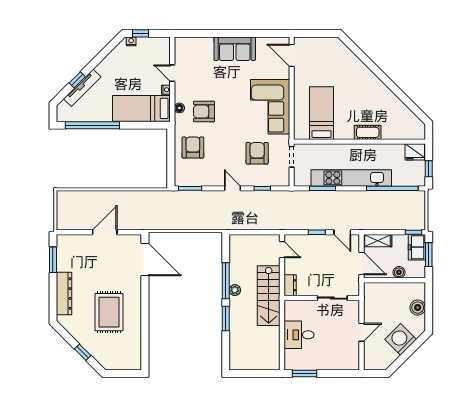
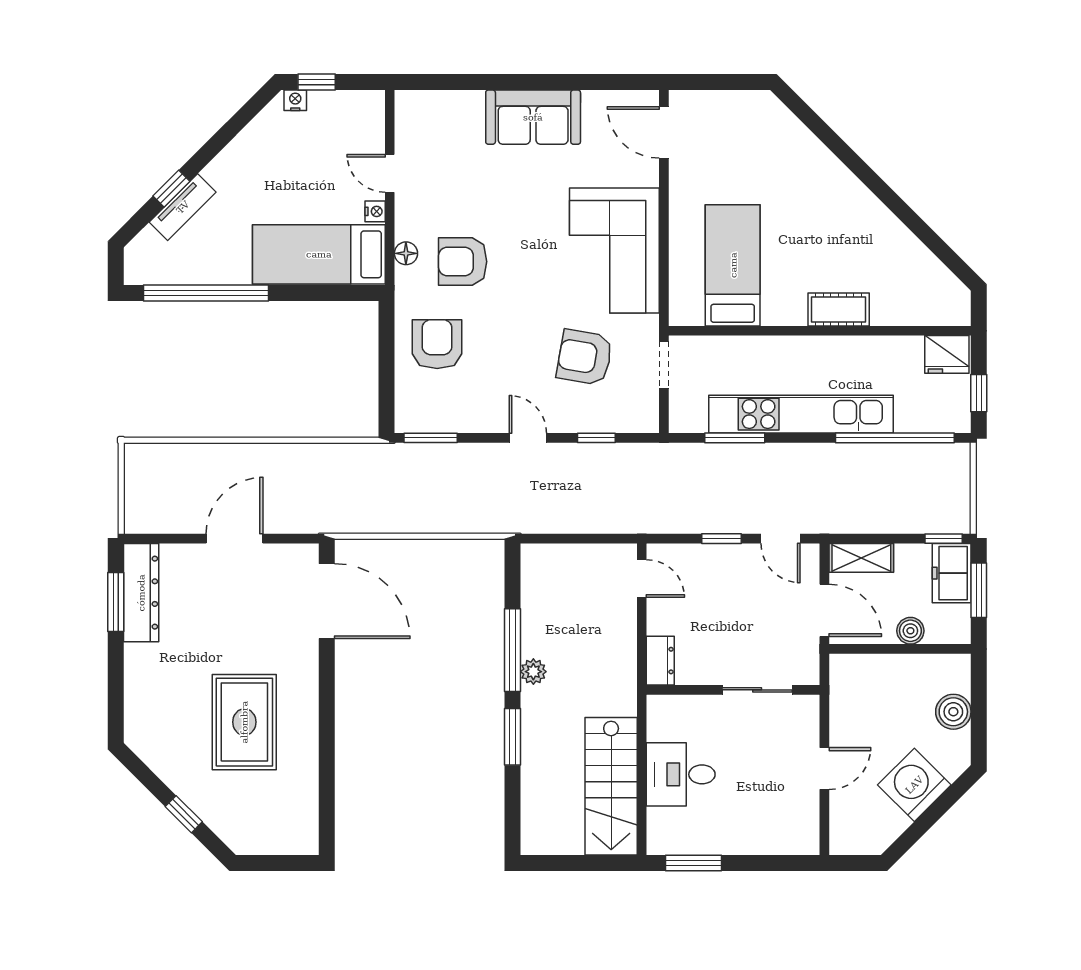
tv unit: (82, 88) -> (183, 207), width x0.71
armchair: (257, 153) -> (585, 357), turned -80
dresser: (64, 294) -> (141, 593), moved
stairs: (269, 296) -> (611, 786), moved

